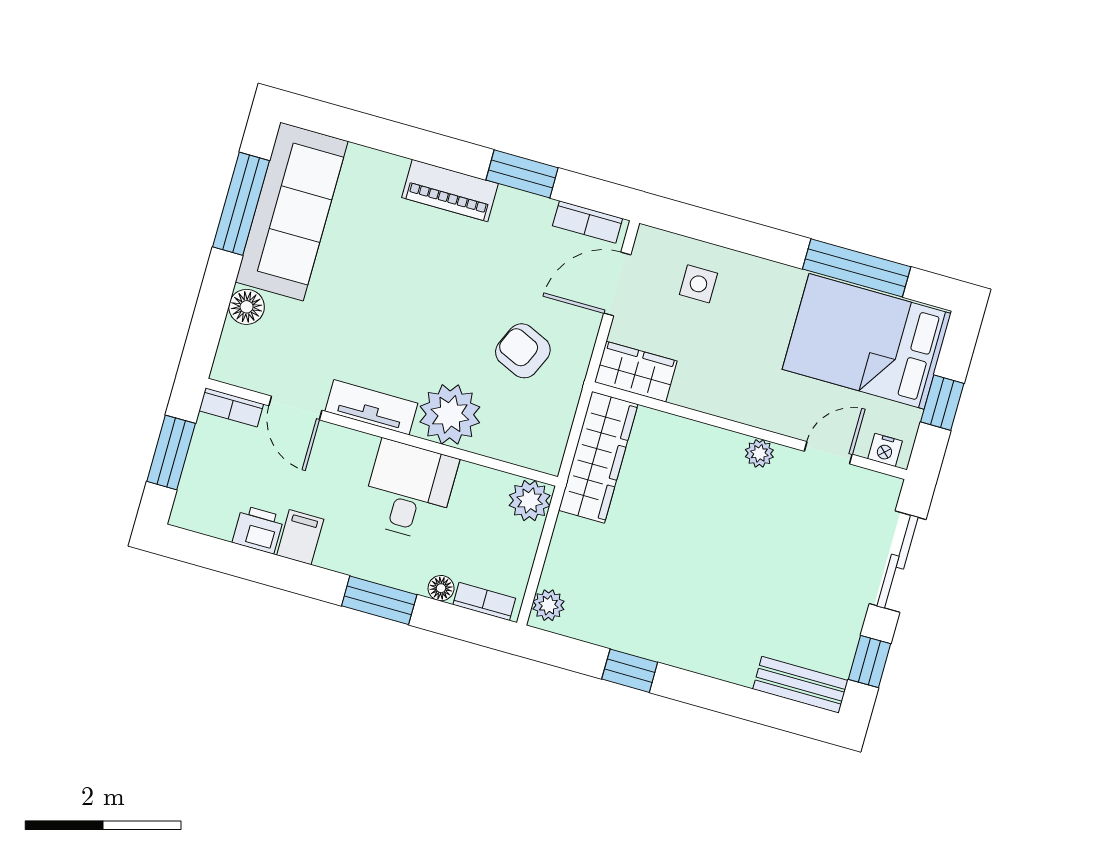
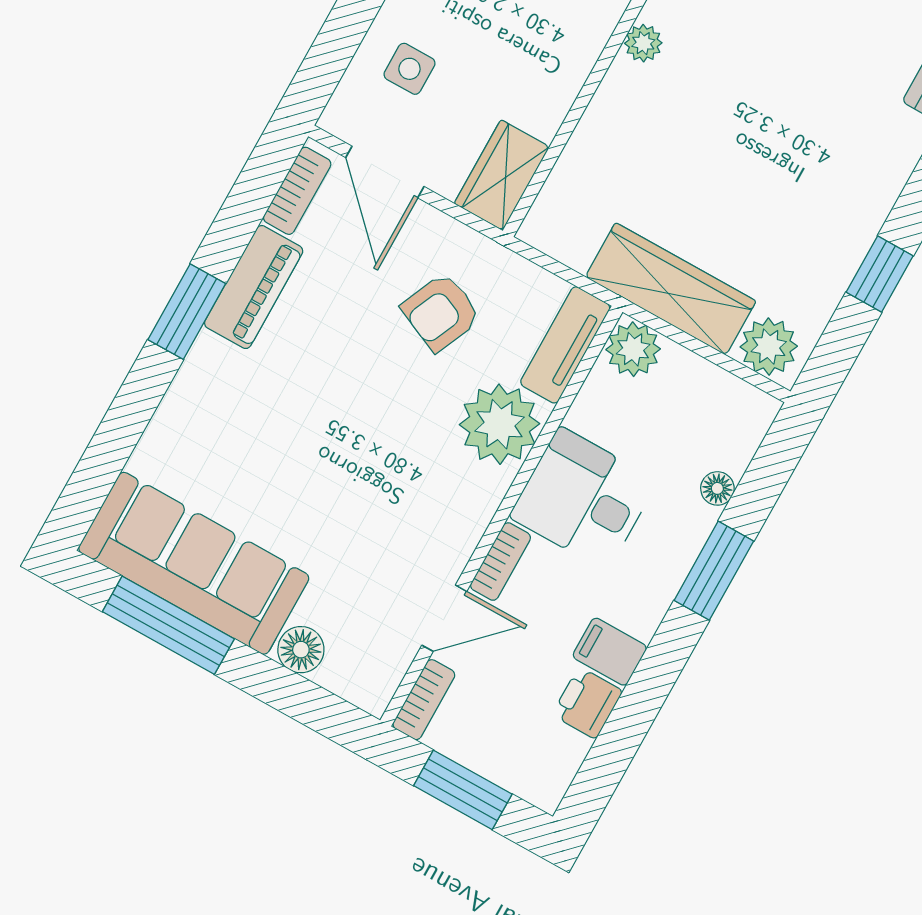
window: (522, 174) -> (187, 312), moved
piano: (450, 191) -> (254, 287), moved
tv unit: (371, 407) -> (565, 345), moved
wardrobe: (598, 457) -> (671, 289), moved
bookcase: (484, 601) -> (501, 562), moved, turned 180
plant: (548, 605) -> (769, 347), width x1.38, depth x1.38

